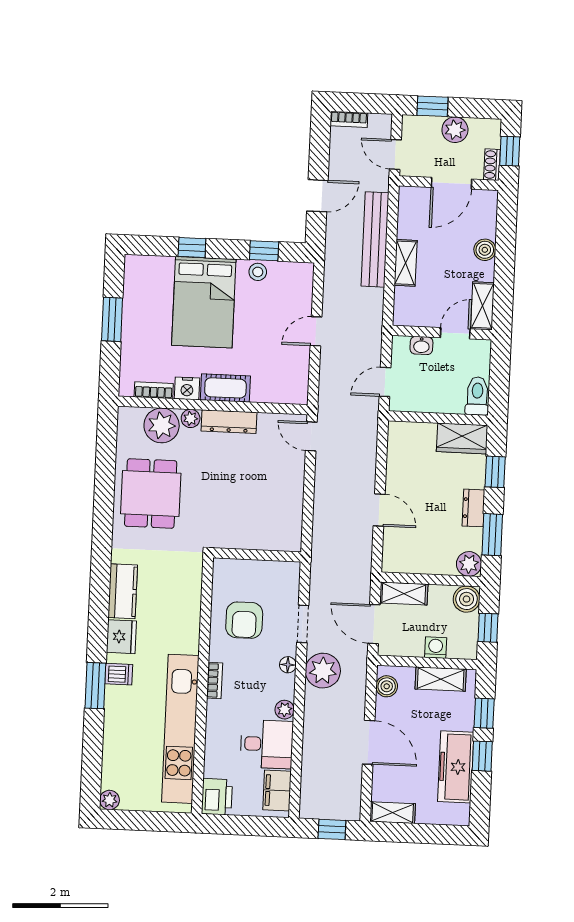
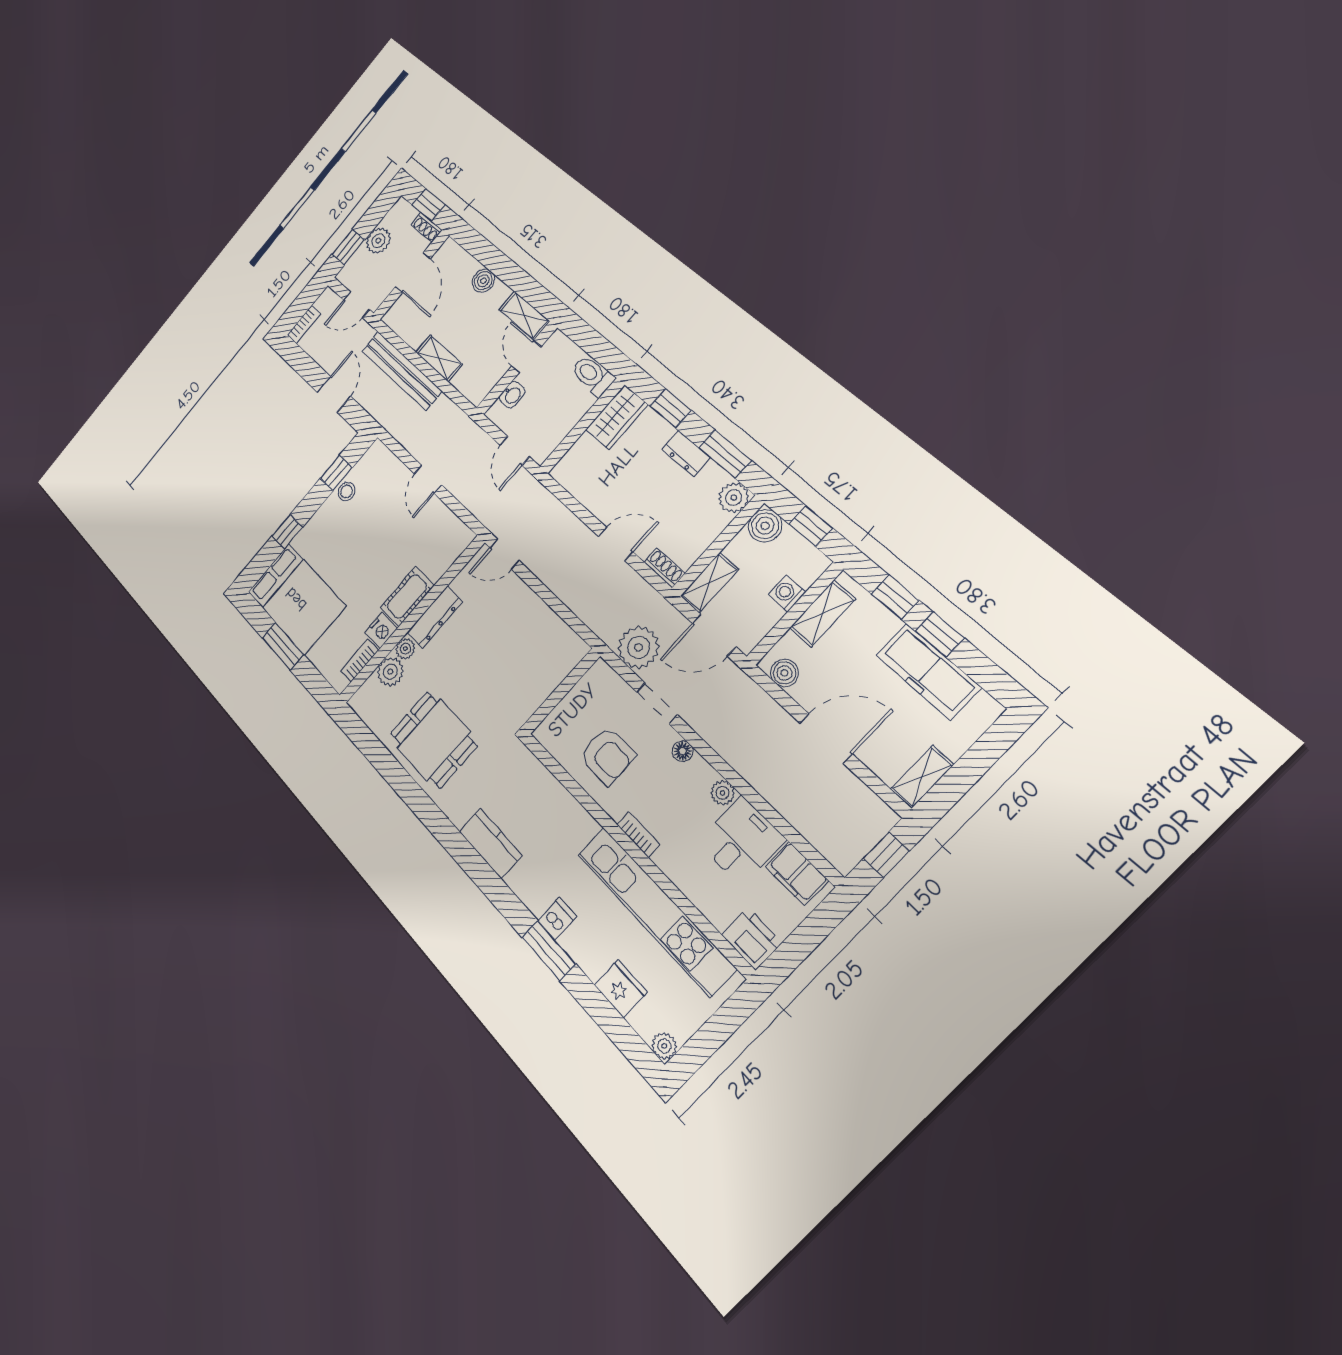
bed: (204, 302) -> (296, 599), moved
plant: (162, 425) -> (390, 672), width x0.73, depth x0.73
shoe rack: (390, 556) -> (664, 568), added
fridge: (121, 637) -> (621, 989), moved
plant: (323, 671) -> (638, 647), moved

